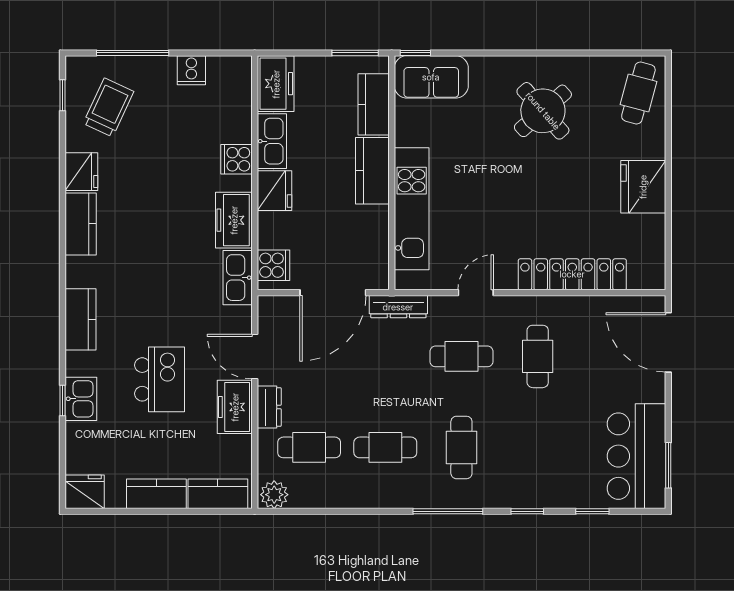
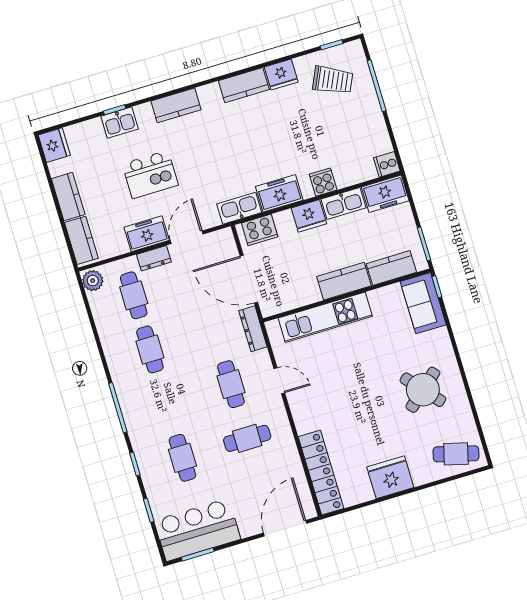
cooker: (191, 70) -> (387, 164), moved
cooker: (273, 265) -> (260, 230), width x1.36
locker: (572, 274) -> (321, 473), moved
cafe table: (461, 447) -> (182, 458), moved, turned 90

